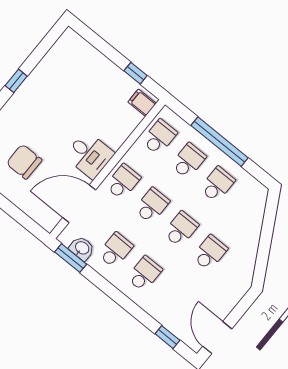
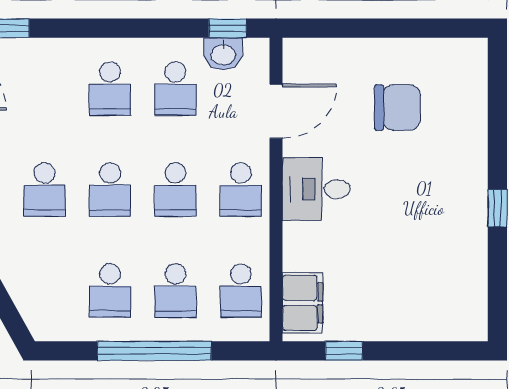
filing cabinet: (142, 103) -> (303, 303), width x2.00
door: (79, 204) -> (276, 111), width x0.73
window: (71, 258) -> (228, 28), width x0.67

